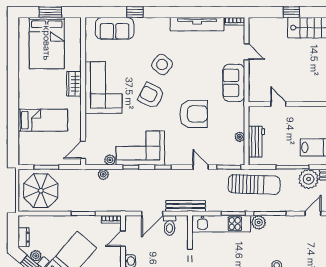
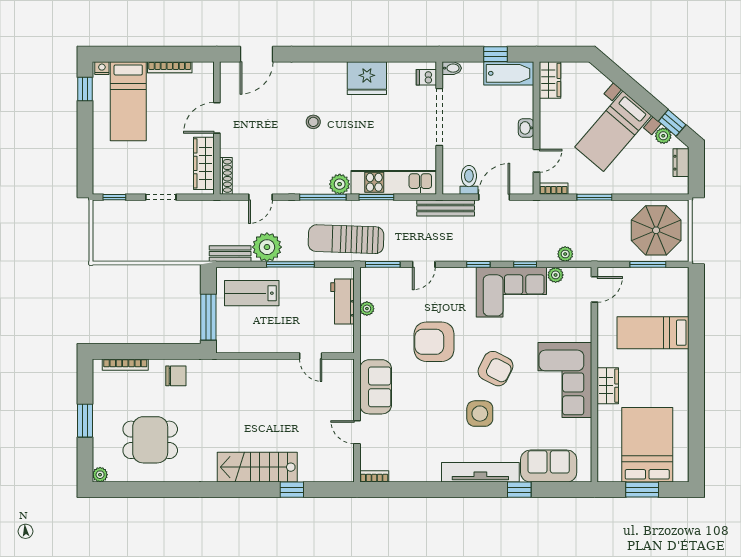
tv unit: (197, 24) -> (480, 472), moved
side table: (162, 64) -> (480, 414), turned -38
door: (201, 167) -> (424, 264), hinge flipped

